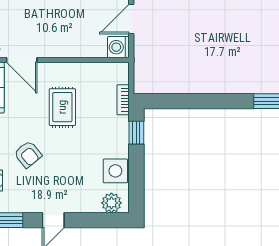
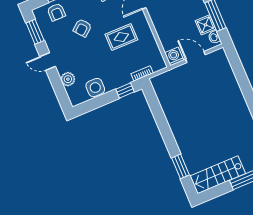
plant: (111, 203) -> (68, 79), moved

